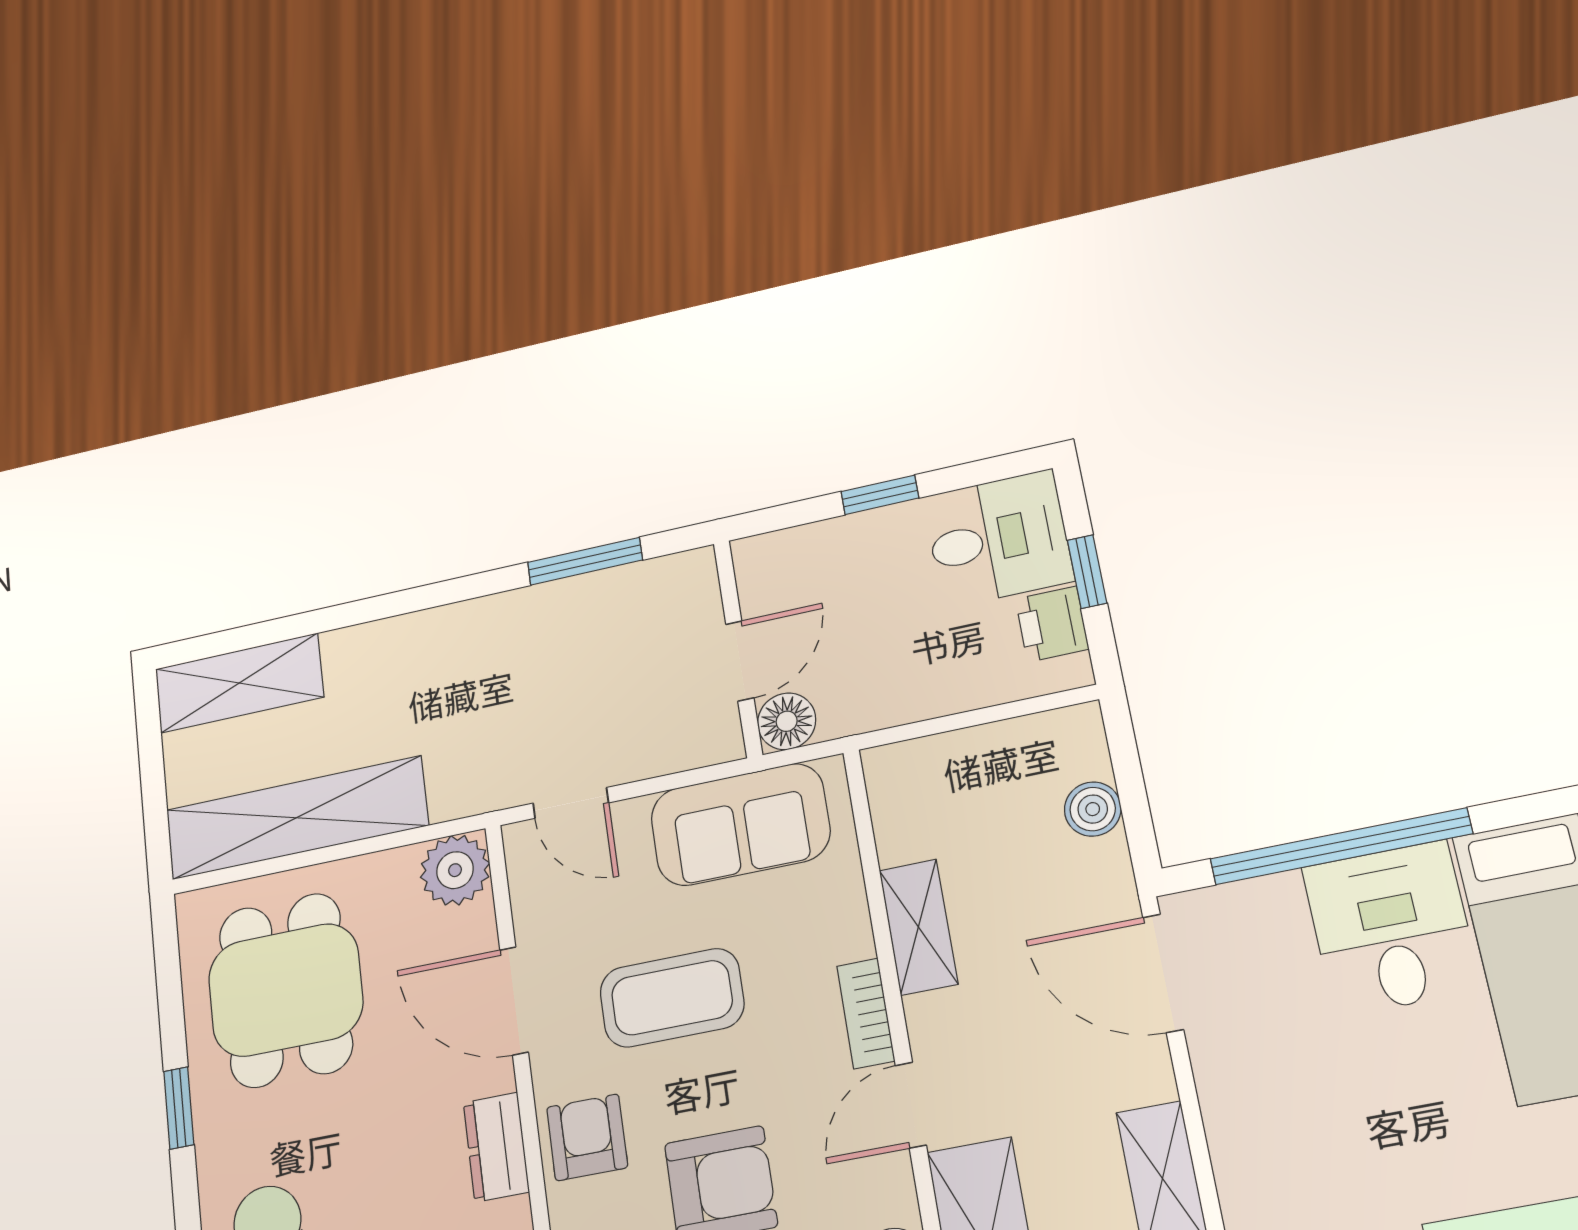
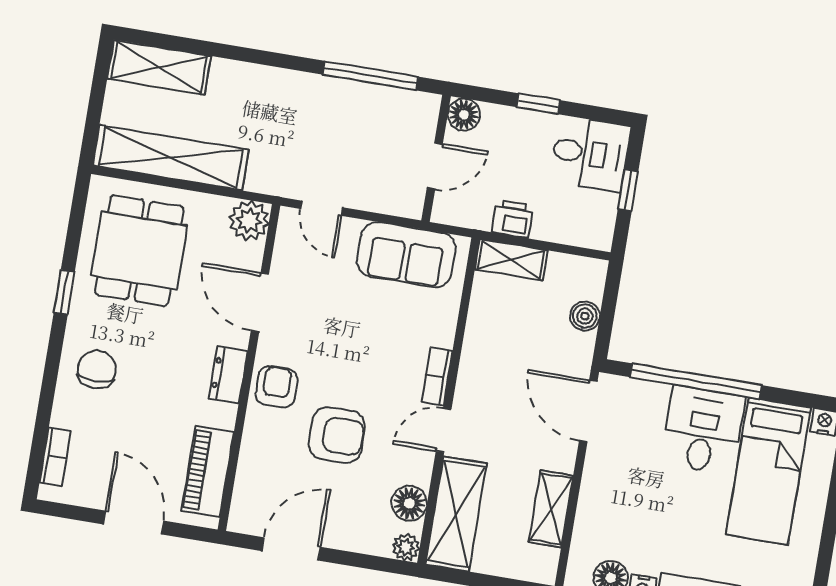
window: (585, 561) -> (370, 76), width x1.44
printer: (1052, 624) -> (512, 219), moved, turned 90
floor lamp: (787, 721) -> (464, 115), moved
shelving: (918, 927) -> (511, 260), moved, turned 90
coffee table: (672, 998) -> (342, 332), removed

